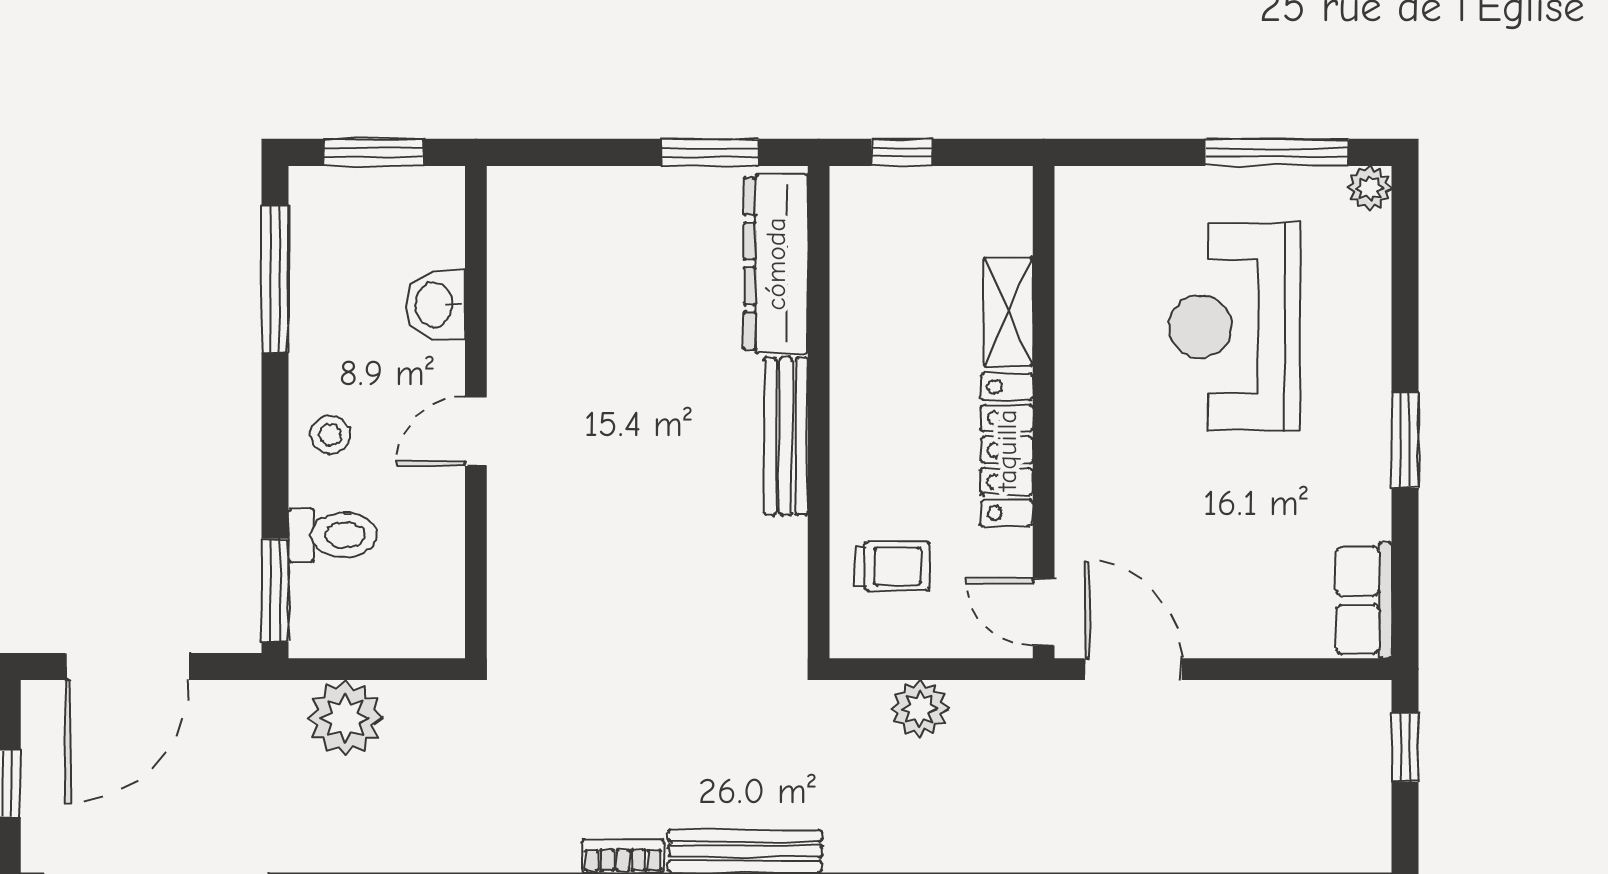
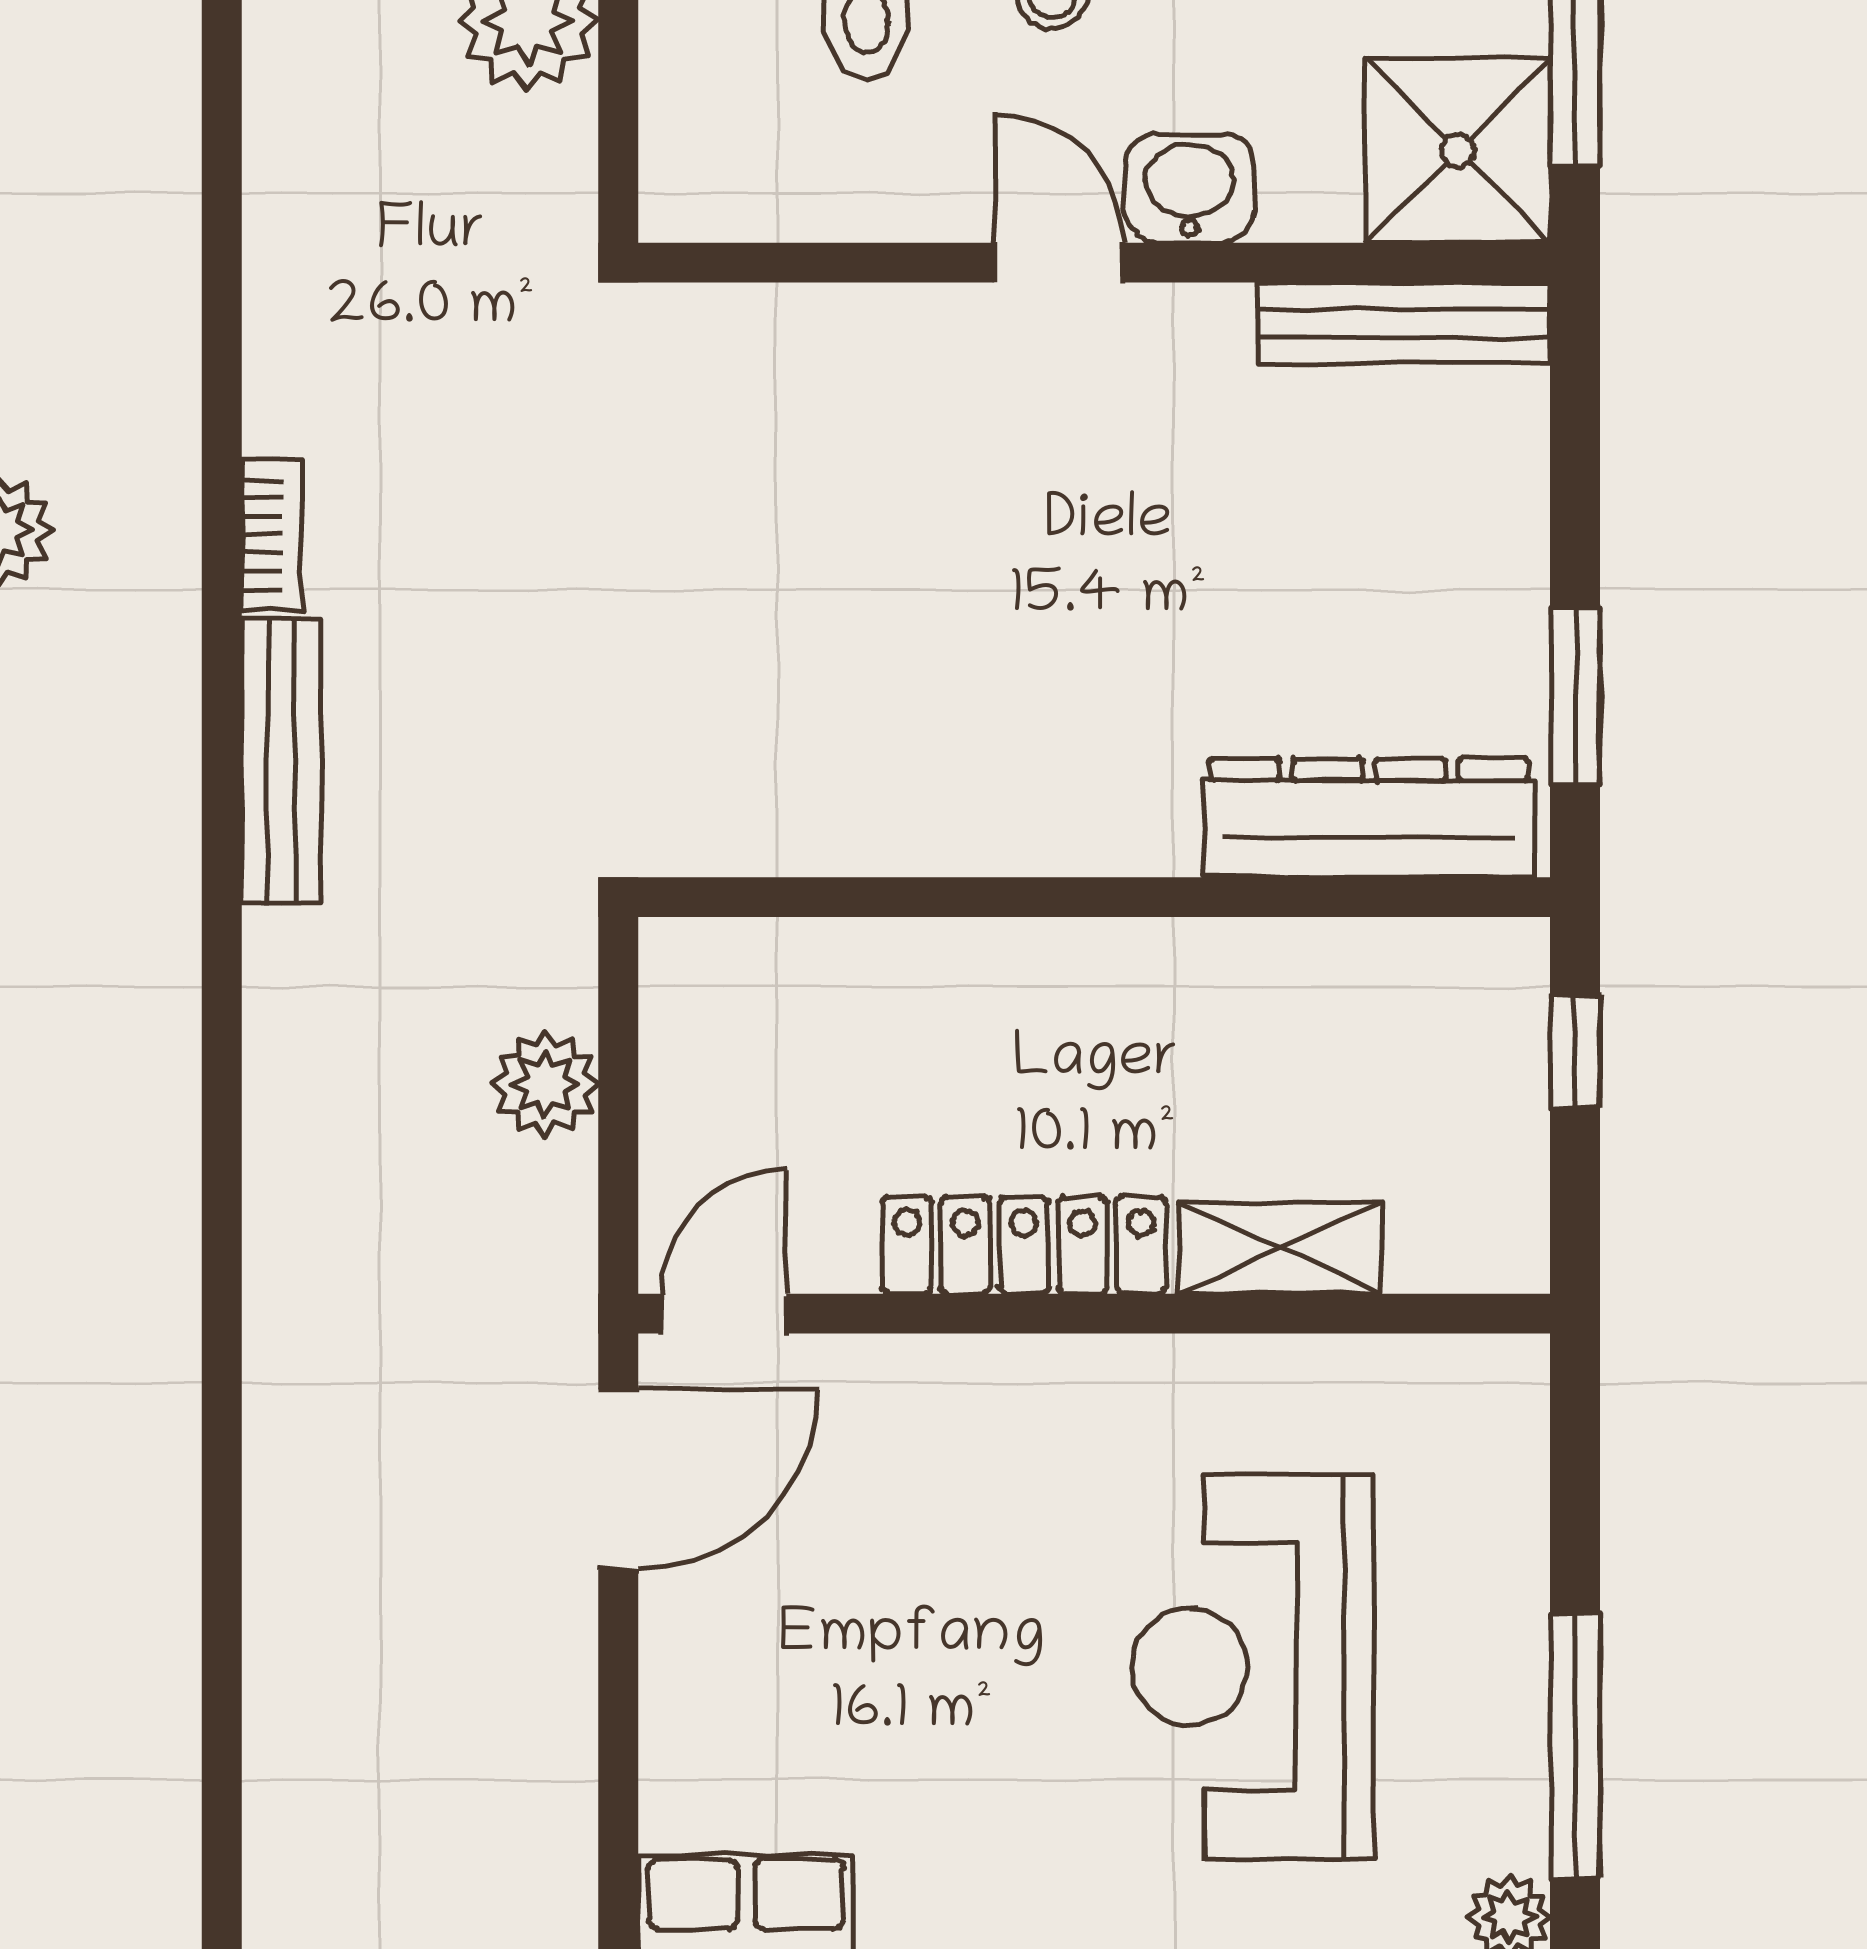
shower: (415, 216) -> (1458, 150), added
washbasin: (436, 305) -> (1190, 188), moved
reception desk: (1234, 326) -> (1253, 1667), turned -90
bench: (786, 436) -> (1404, 323), moved
trolley: (892, 566) -> (809, 1034), removed

